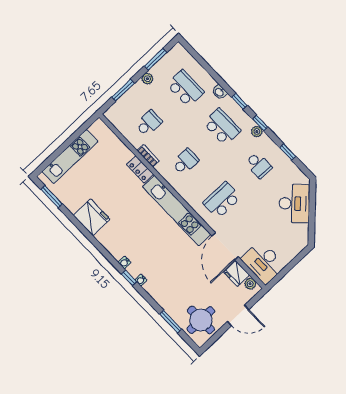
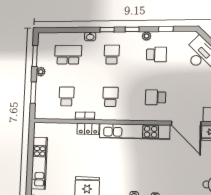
school desk: (222, 127) -> (112, 55), width x0.54
plant: (257, 132) -> (147, 36), moved
school desk: (222, 200) -> (156, 97), width x0.54

